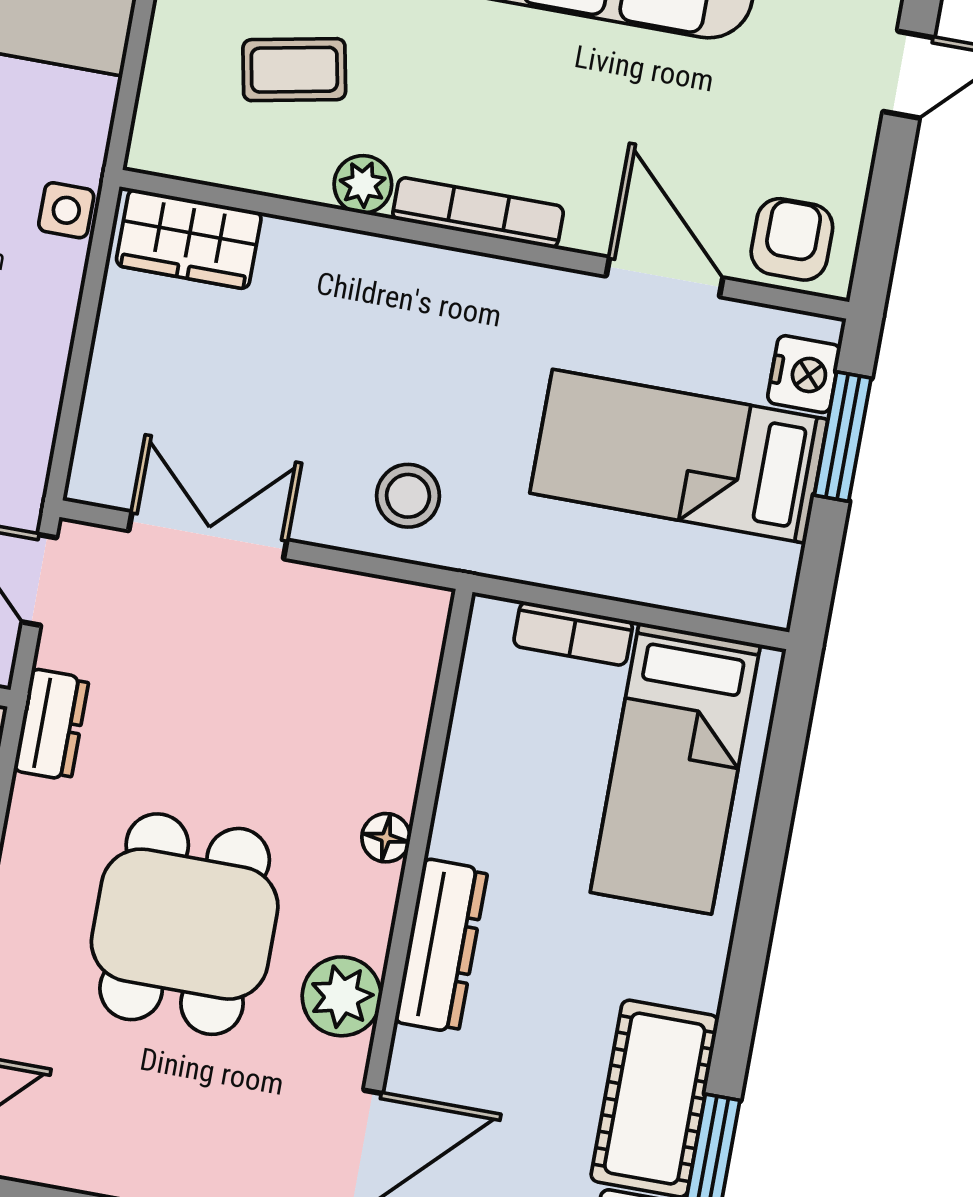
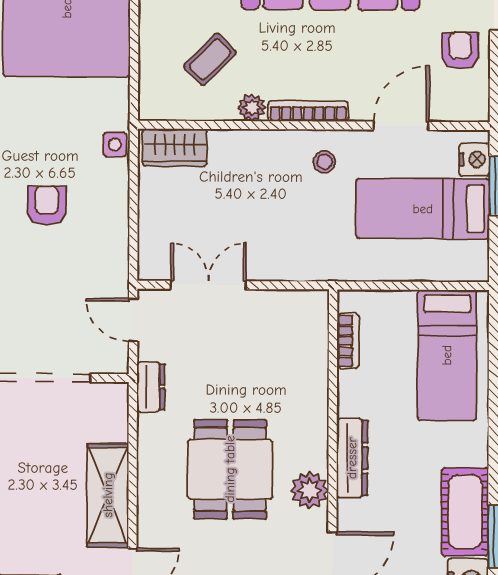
coffee table: (294, 70) -> (210, 59), turned -34
armchair: (792, 239) -> (460, 51), moved
door: (665, 277) -> (401, 126), hinge flipped
stool: (408, 496) -> (324, 162), moved, width x0.73, depth x0.73
bookcase: (573, 634) -> (348, 341), moved, turned -90
floor lamp: (386, 838) -> (317, 412), removed

